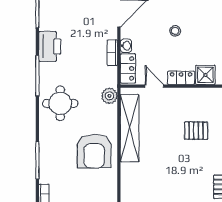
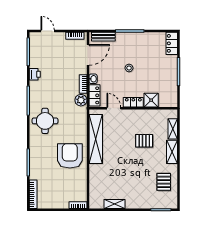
printer: (50, 46) -> (35, 74), width x0.53, depth x0.68
plant: (109, 96) -> (81, 100), moved
armchair: (94, 151) -> (70, 156), turned 180

